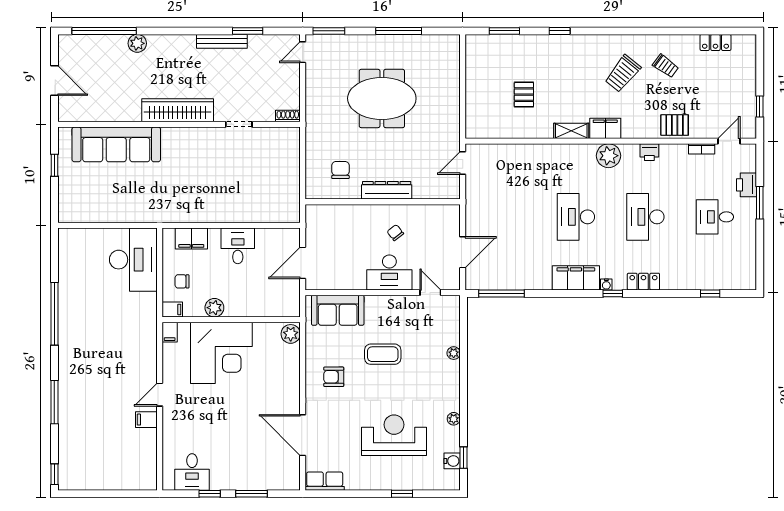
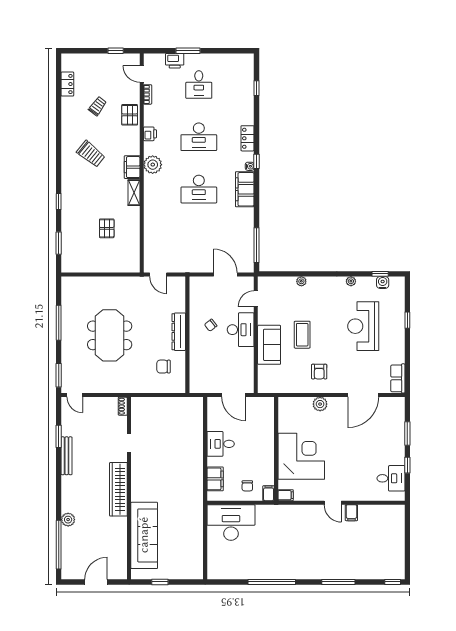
trolley: (666, 66) -> (98, 106), moved
pallet: (524, 95) -> (107, 228), turned 90
plant: (214, 308) -> (267, 461), removed
sofa: (338, 310) -> (269, 345), moved
plant: (291, 334) -> (320, 404), moved

